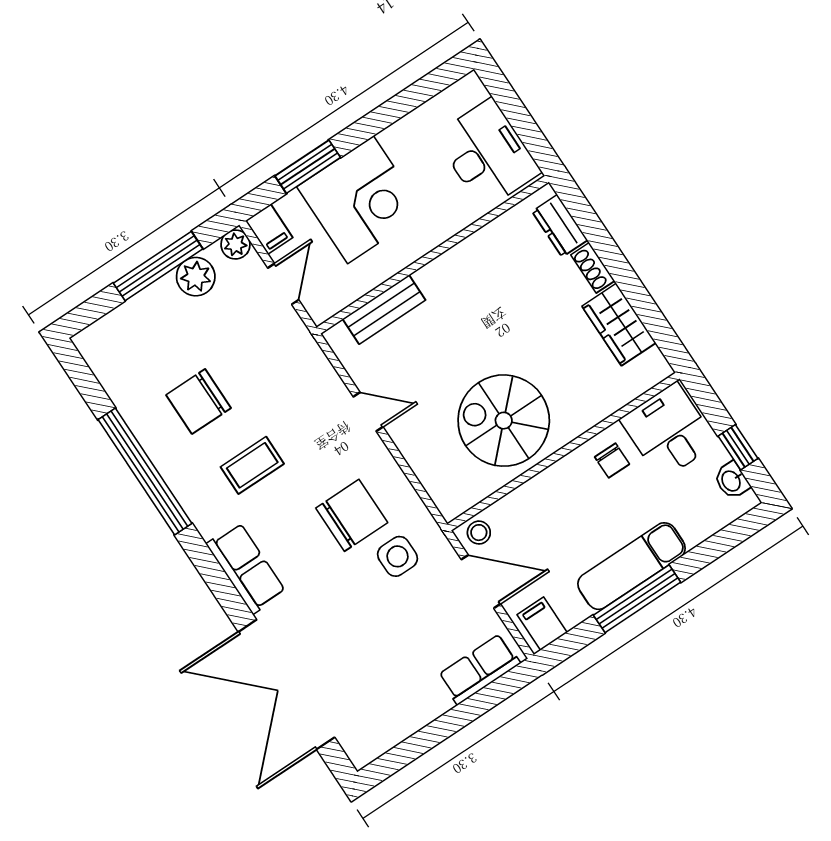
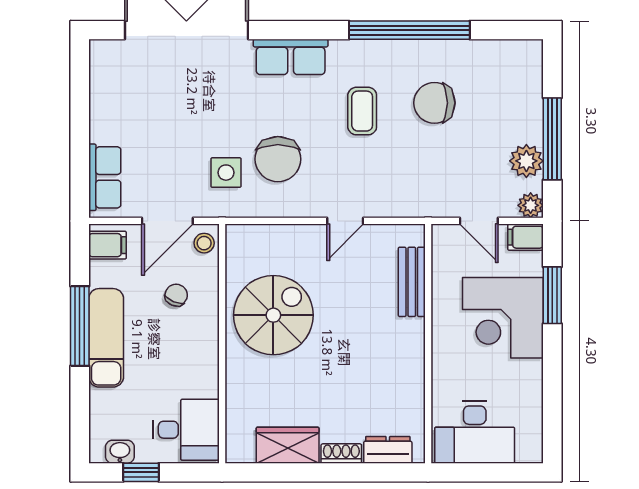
chair: (199, 401) -> (434, 103), turned -90
chair: (612, 461) -> (176, 295), moved, turned 113

